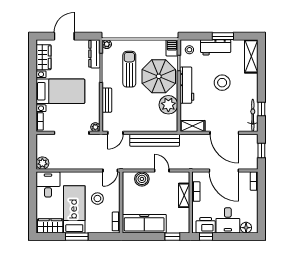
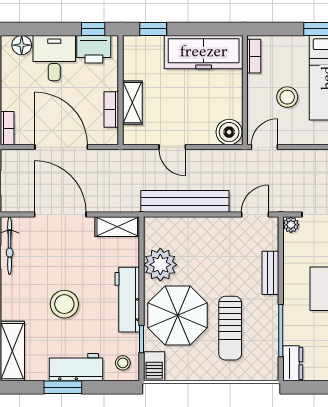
plant: (107, 44) -> (270, 373), removed
dresser: (94, 54) -> (293, 363), width x0.70
boiler: (142, 179) -> (229, 132), moved

